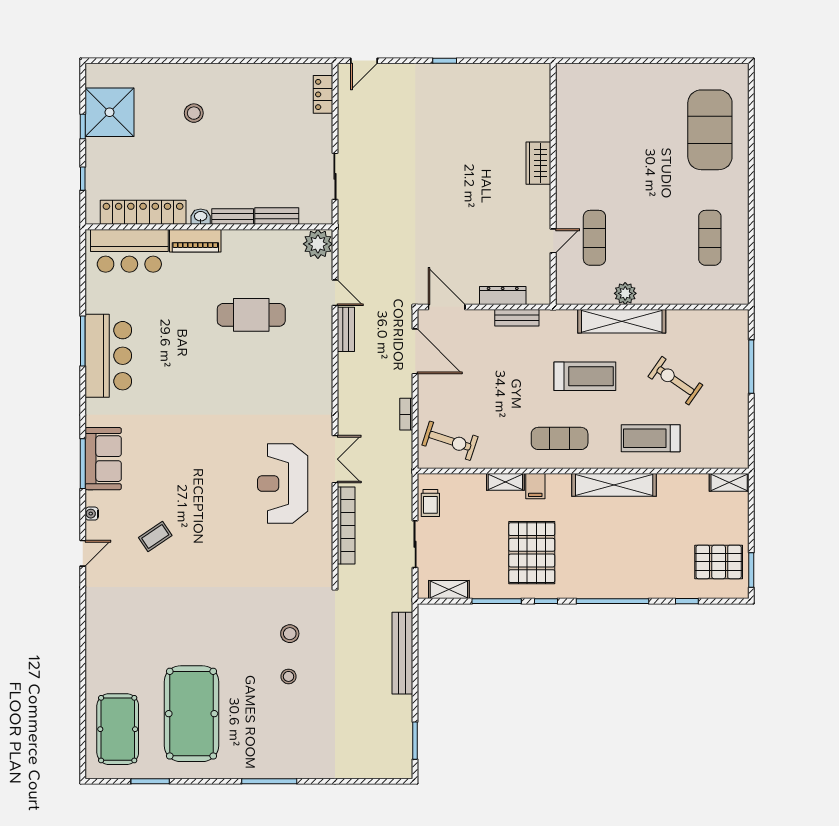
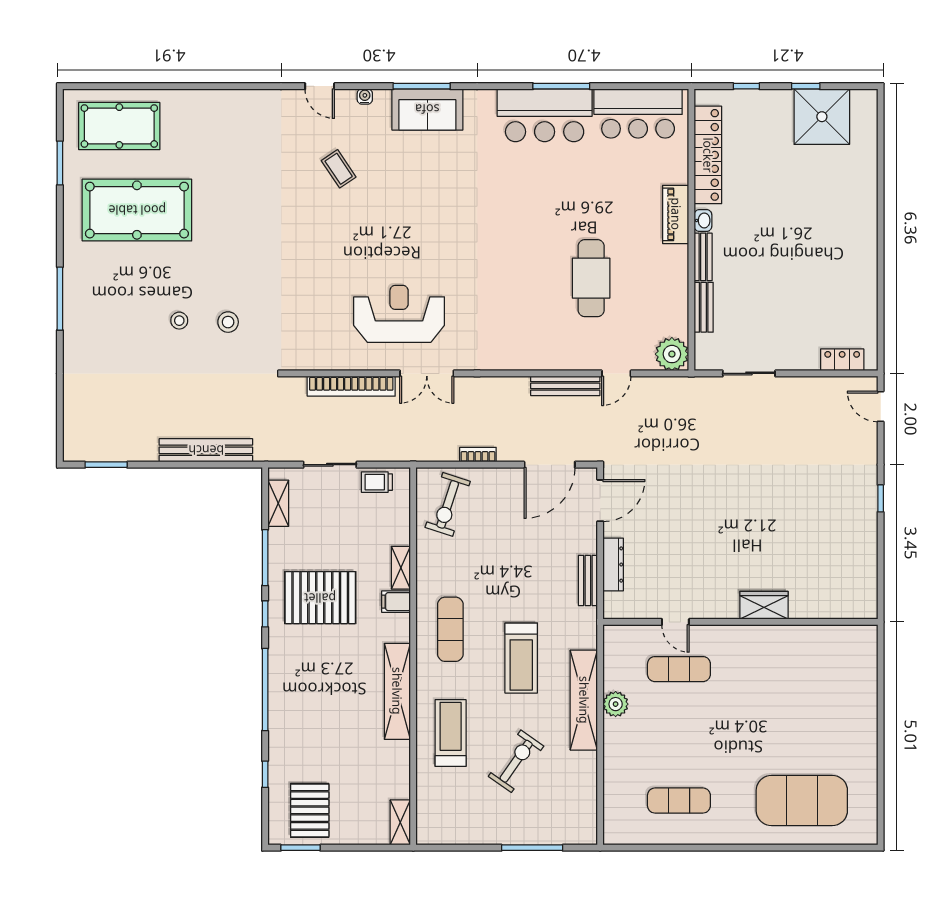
stool: (194, 113) -> (821, 213), removed
bar counter: (129, 251) -> (638, 114), moved, turned -90
bench: (346, 329) -> (565, 386), width x1.36

